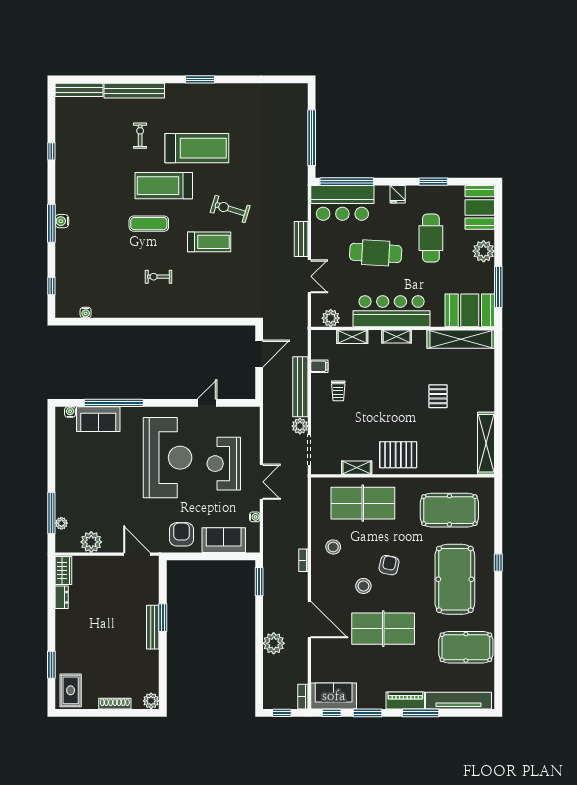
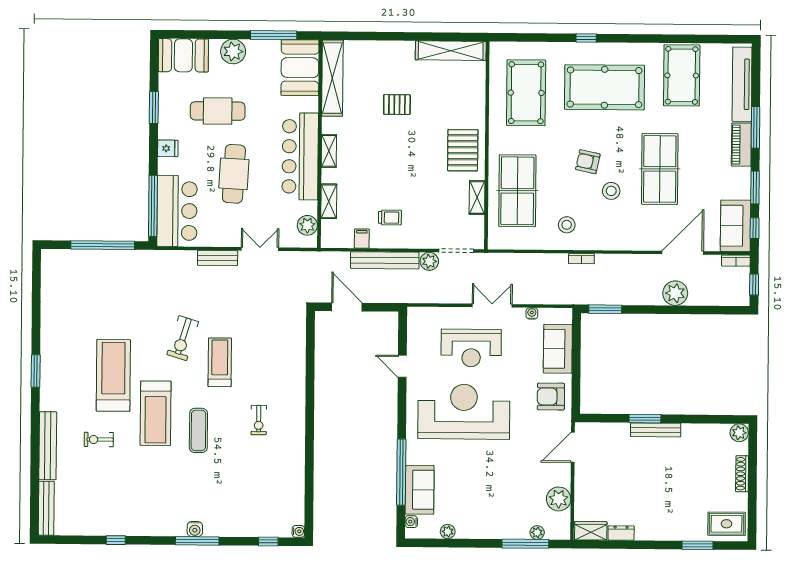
water cooler: (86, 313) -> (298, 531), moved
plant: (62, 444) -> (448, 532), added
door: (309, 620) -> (683, 253), moved

